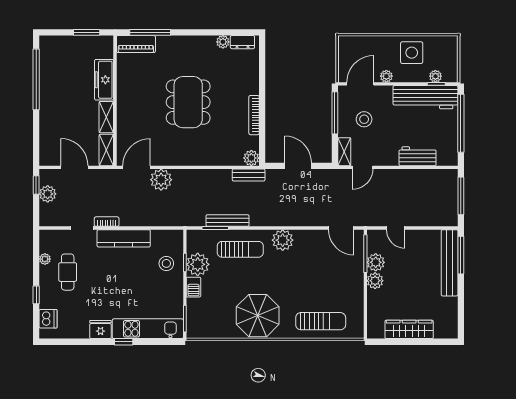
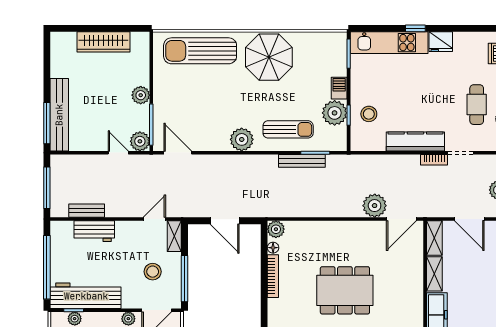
dining table: (188, 102) -> (345, 290), turned 90
floor lamp: (254, 141) -> (273, 248), added
bench: (249, 175) -> (87, 211), moved
sun lounger: (240, 249) -> (288, 129), turned 180
plant: (376, 262) -> (140, 141), moved
sun lounger: (321, 321) -> (200, 51), width x1.36, depth x1.34

